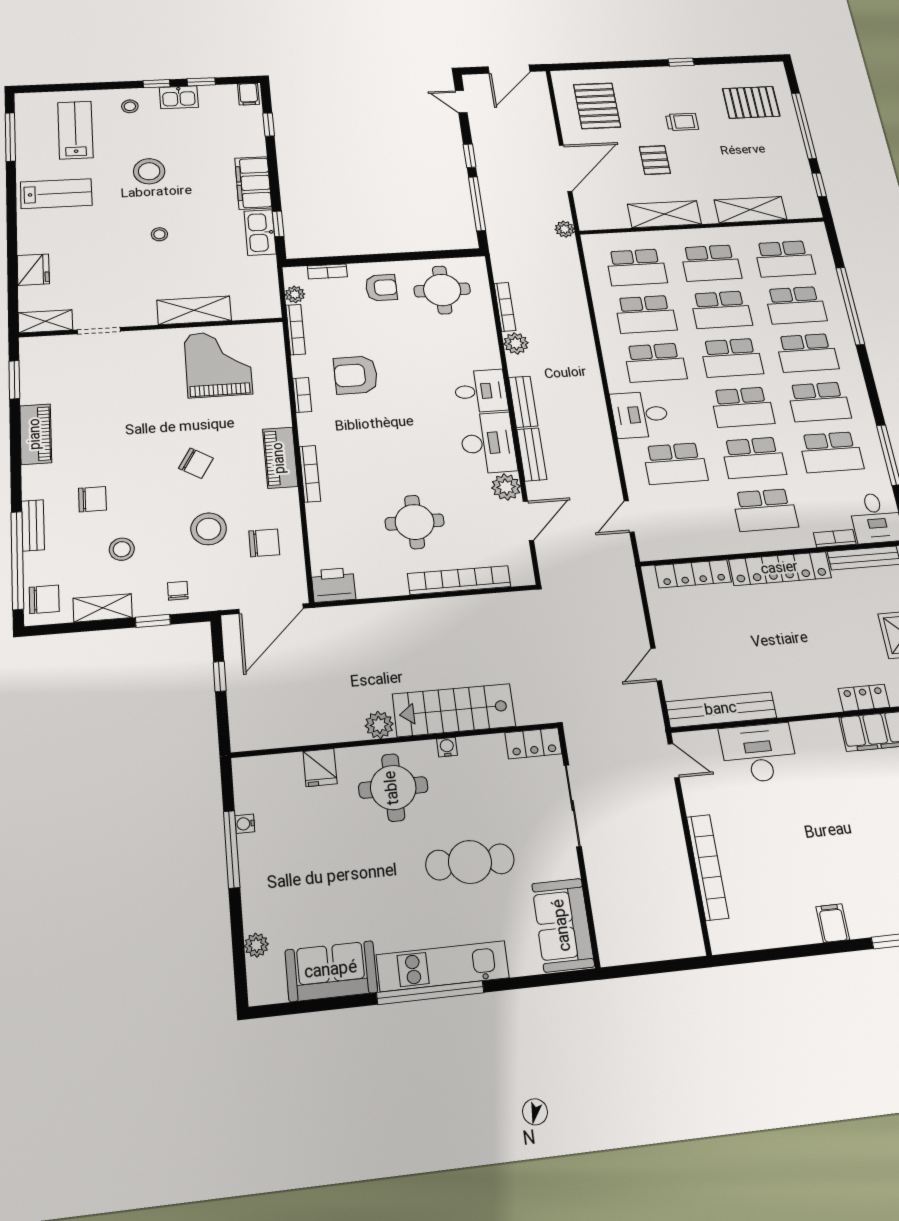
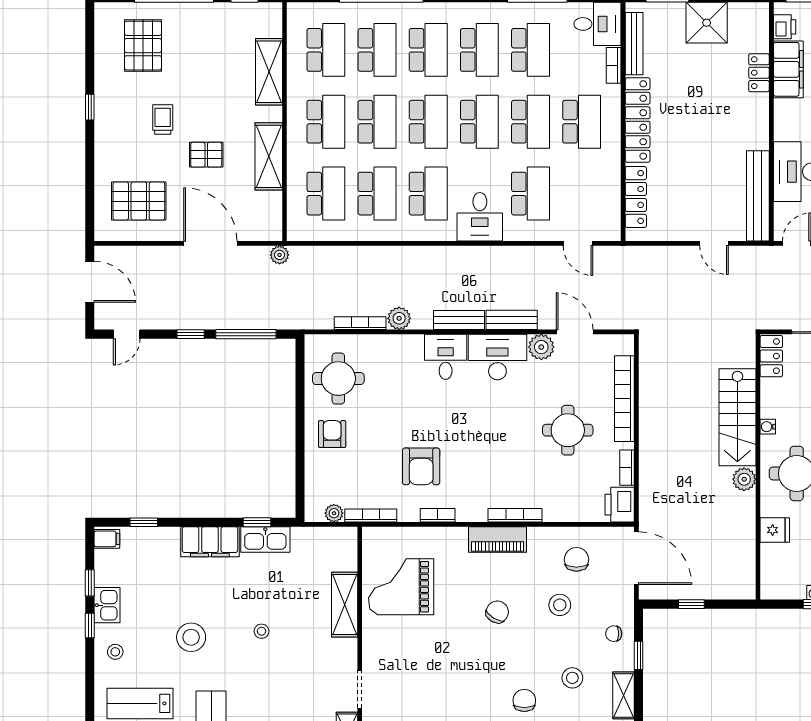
bookcase: (327, 271) -> (627, 468), moved, turned 180
stool: (209, 529) -> (560, 605), width x0.73, depth x0.73

